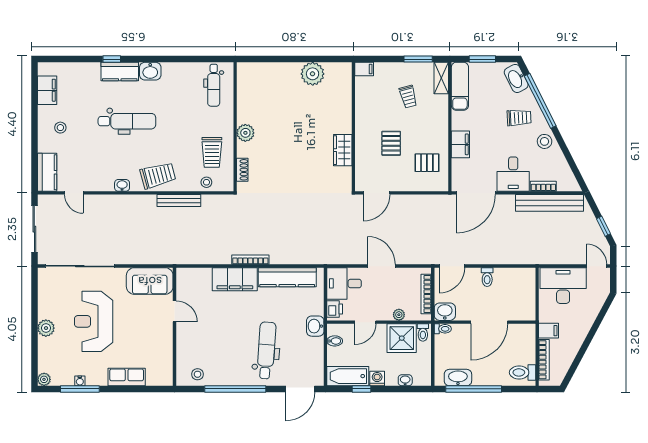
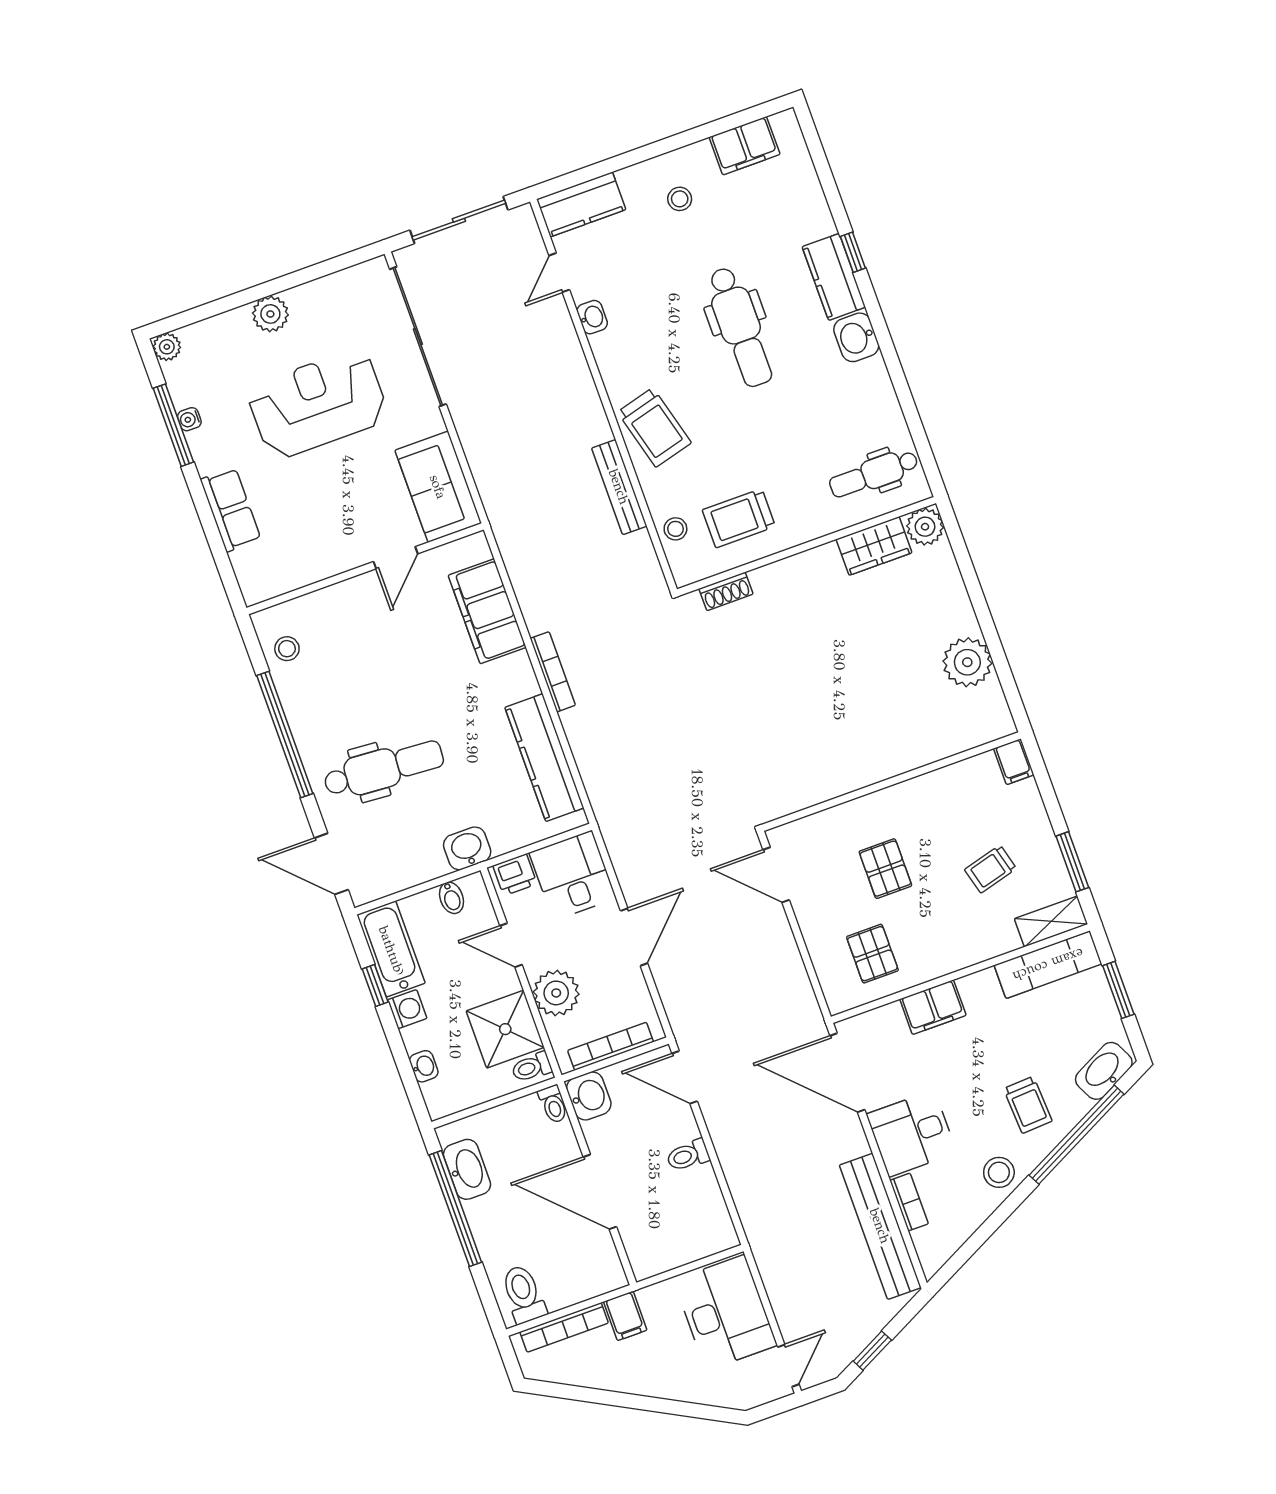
plant: (245, 133) -> (925, 527), moved
pallet: (391, 143) -> (885, 869), turned 90
wardrobe: (343, 150) -> (874, 546), moved, turned 180
washbasin: (122, 185) -> (592, 317), moved
filing cabinet: (235, 279) -> (487, 611), moved
plant: (399, 315) -> (556, 993), width x1.87, depth x1.87

